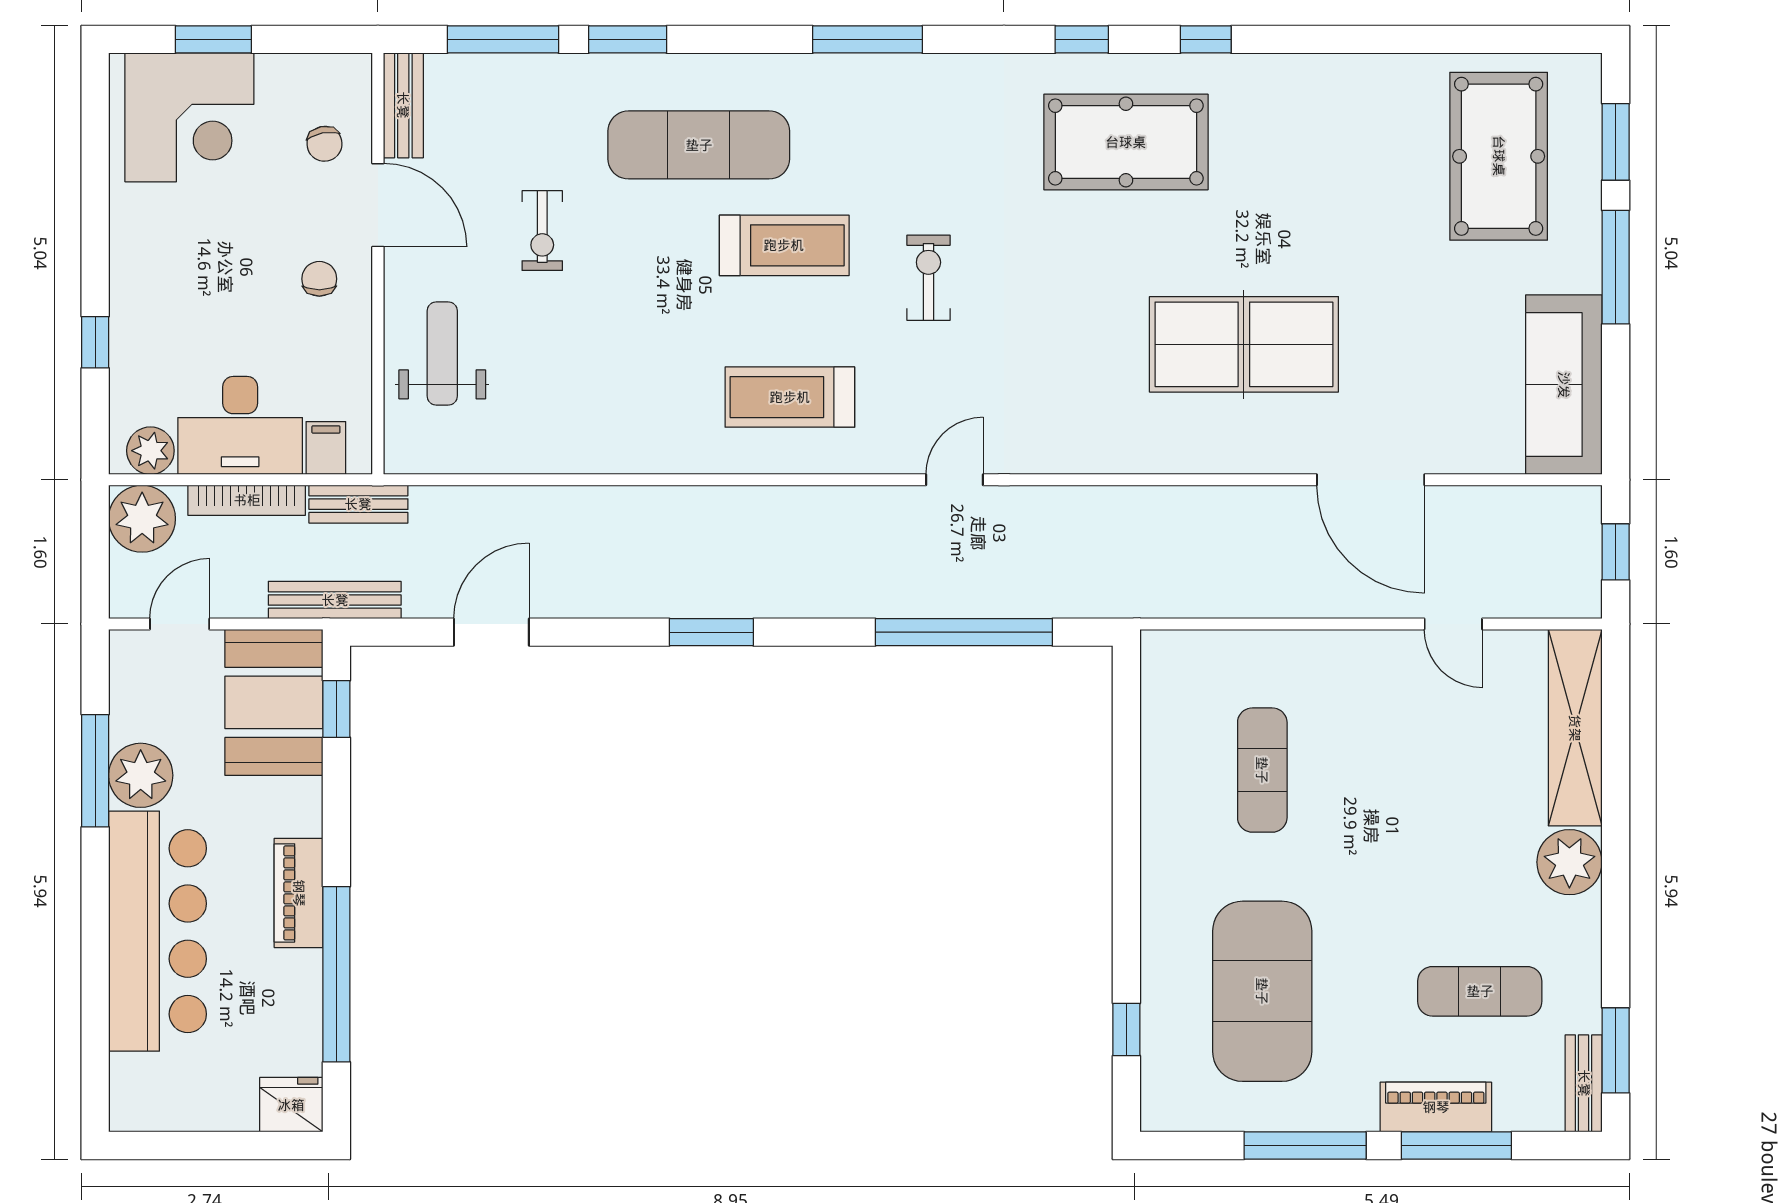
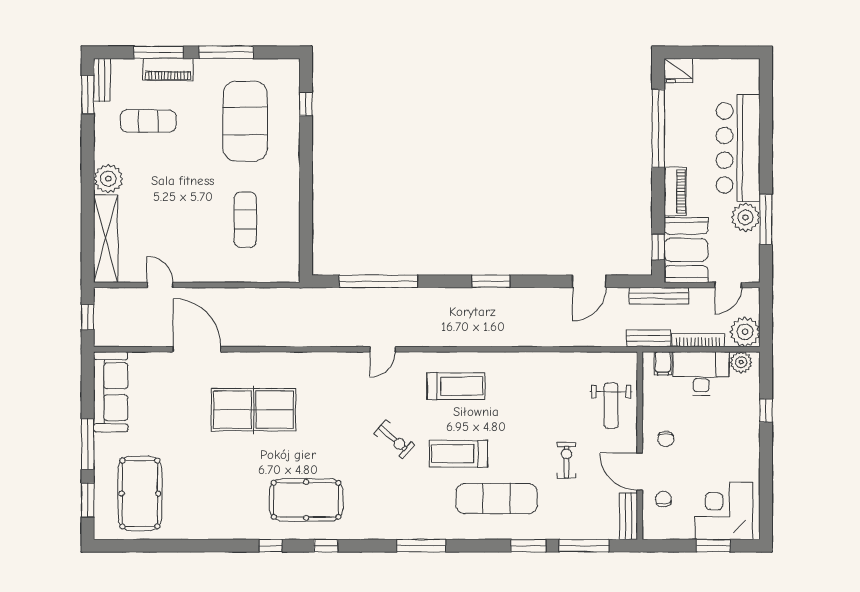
exercise bike: (928, 278) -> (394, 439), turned -49
piano: (299, 893) -> (675, 191), moved

